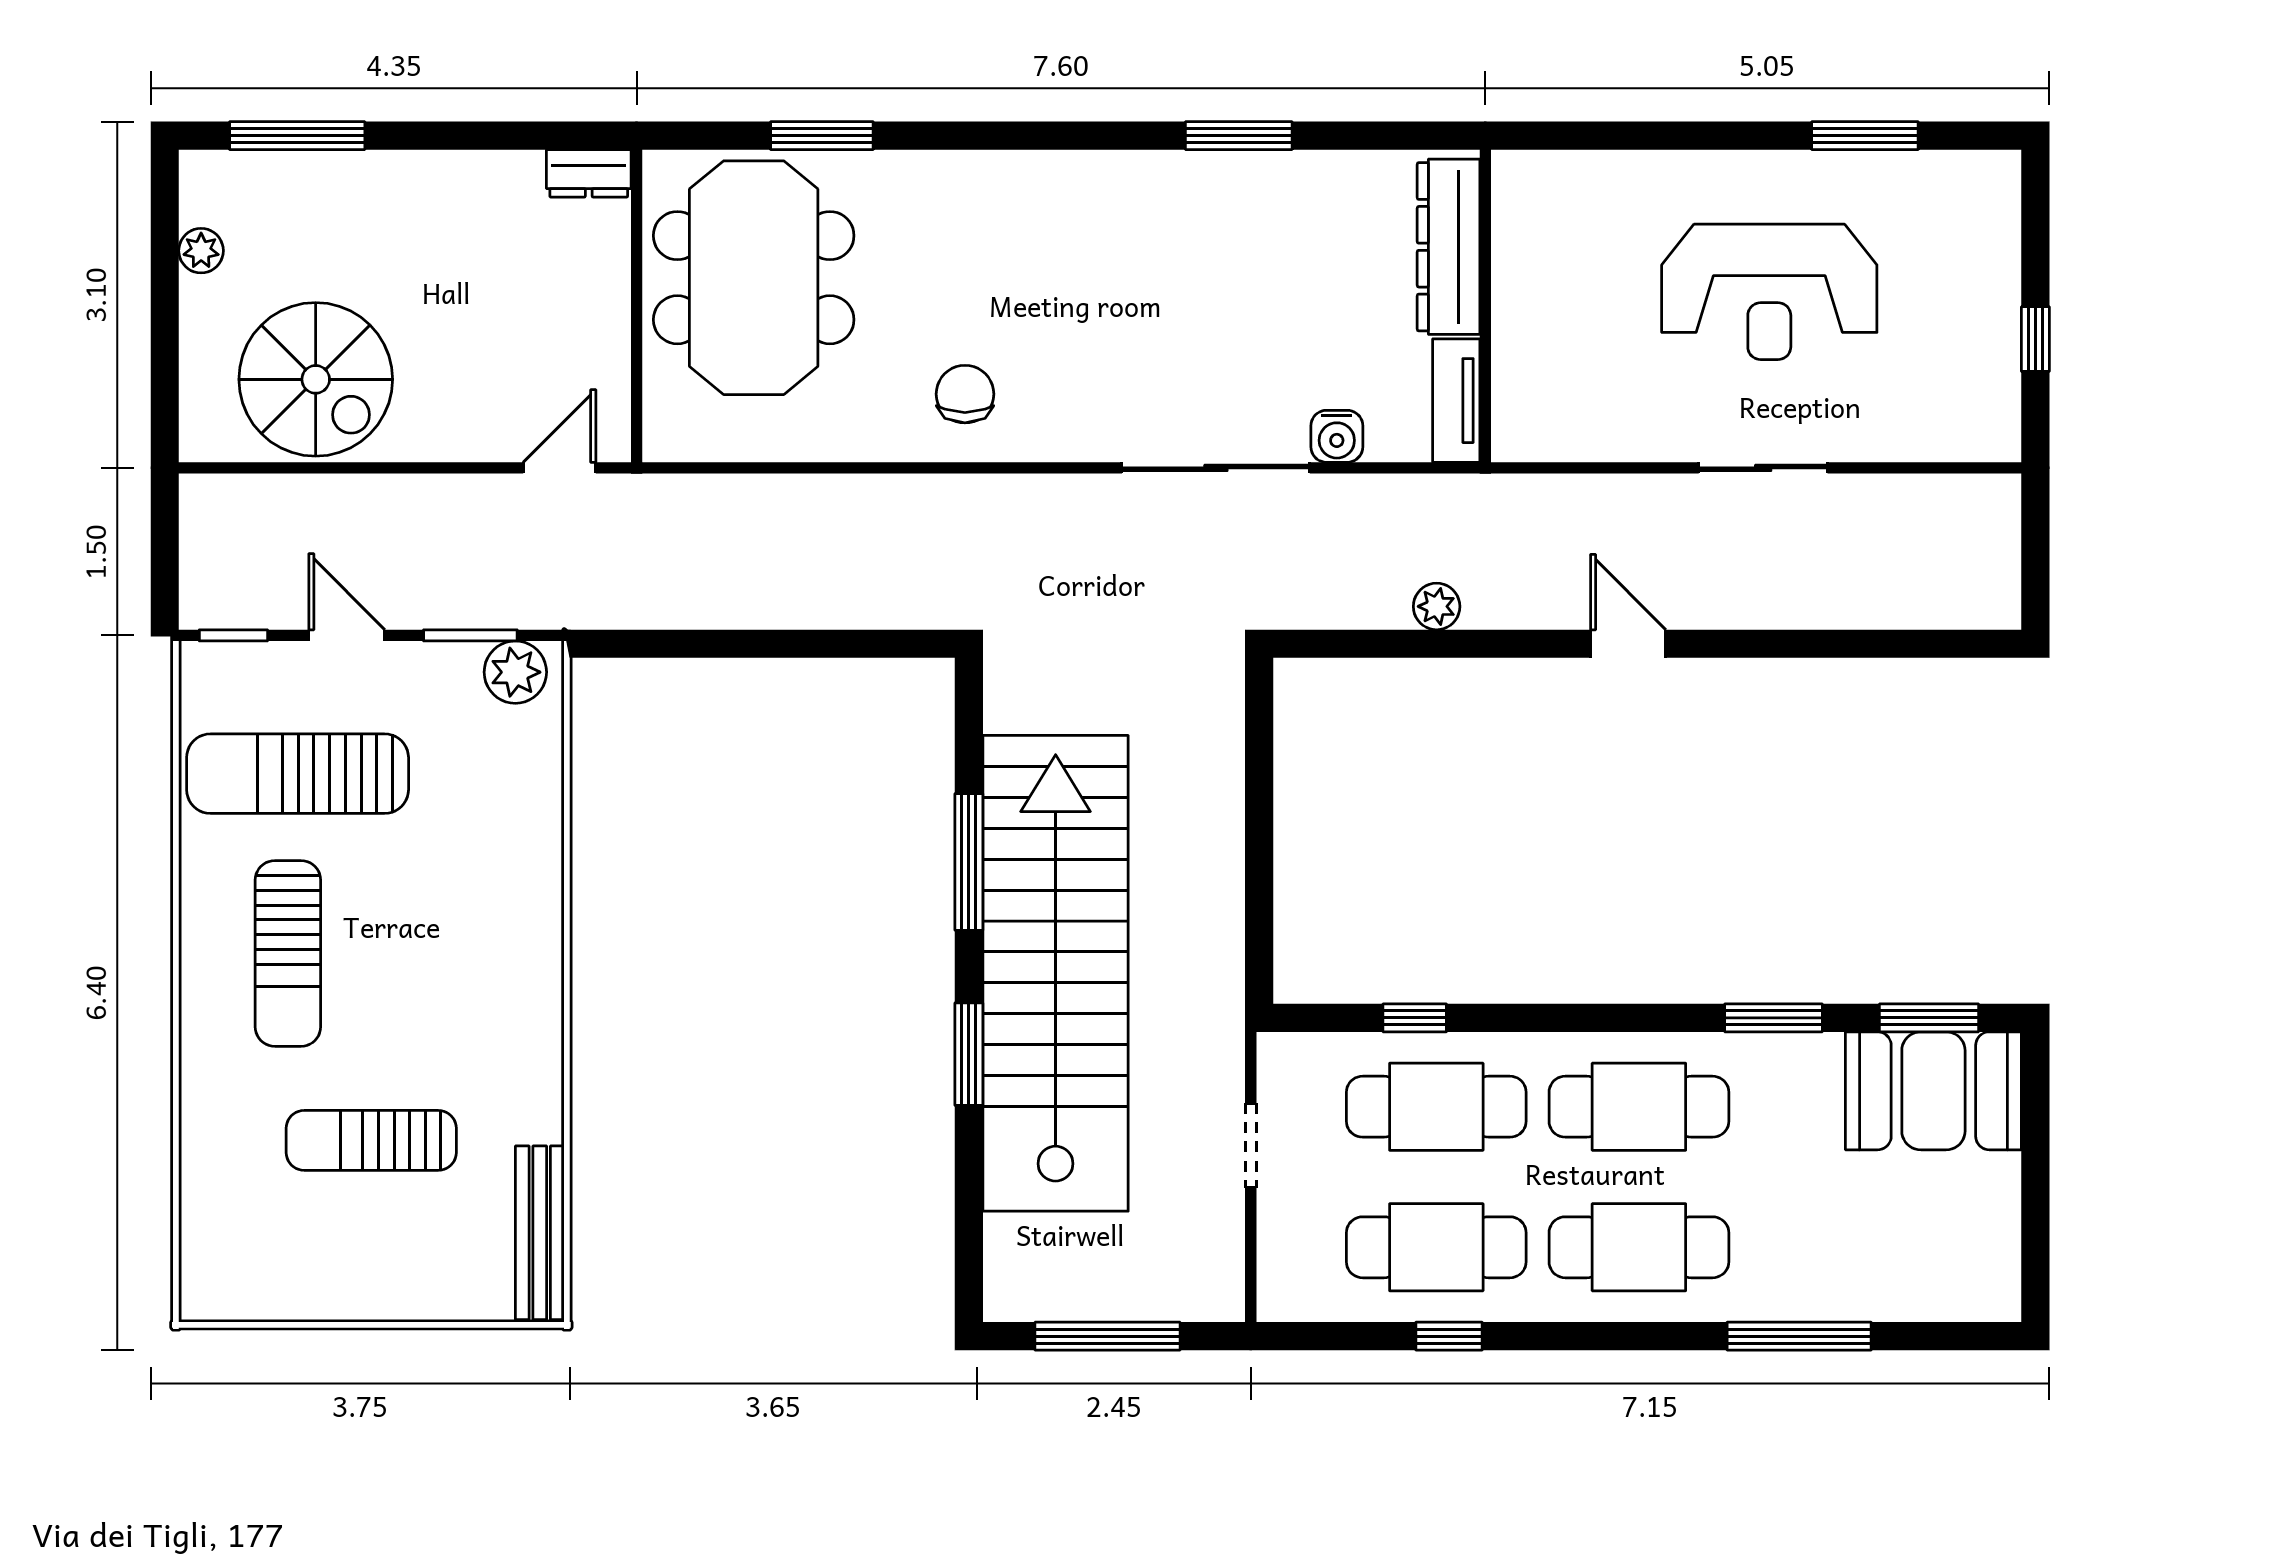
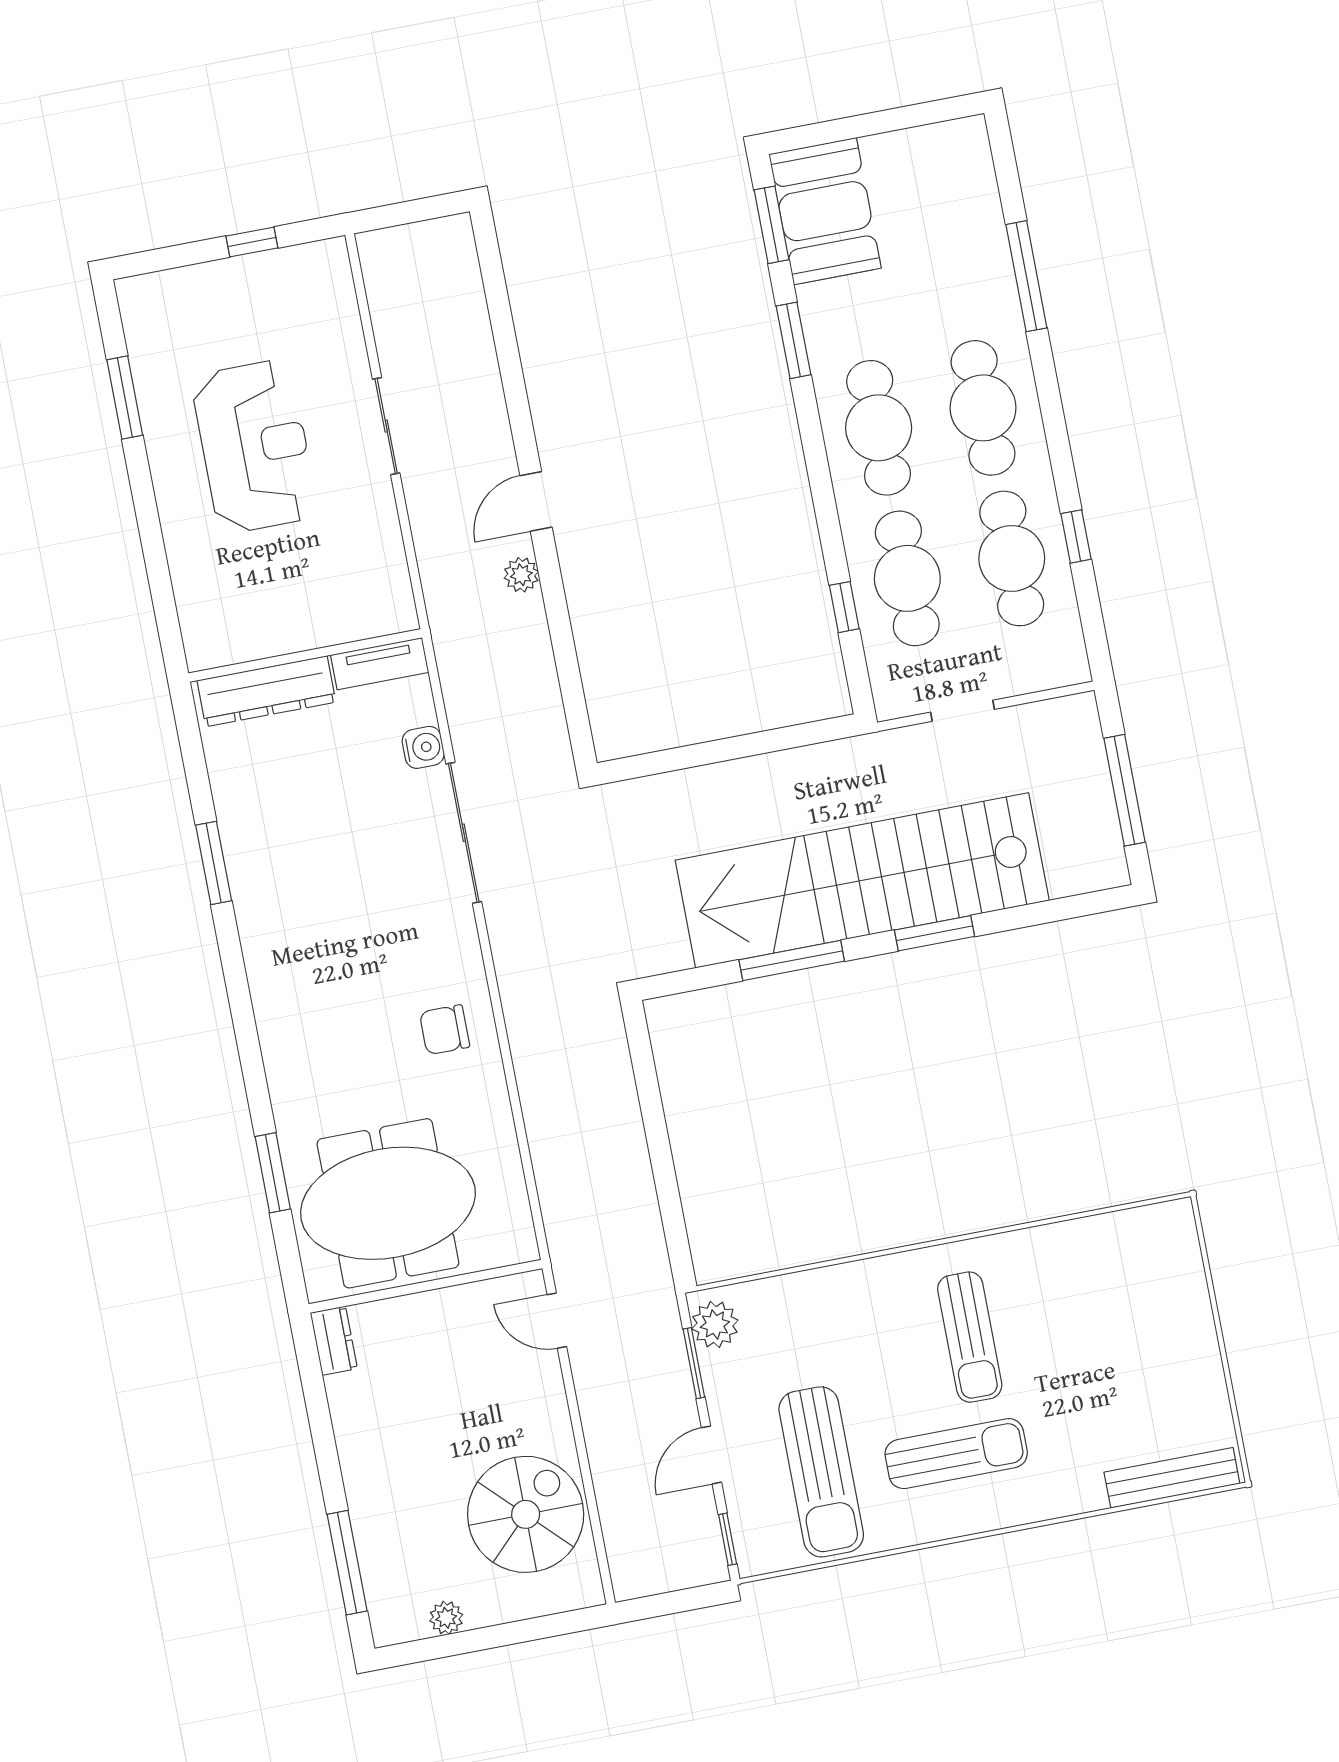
plant: (1437, 606) -> (521, 575), moved
sun lounger: (371, 1140) -> (970, 1337), moved
bench: (540, 1233) -> (1172, 1478), moved

